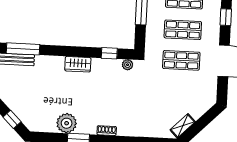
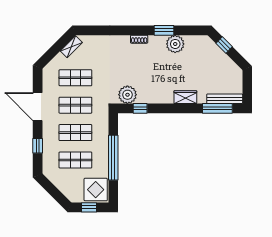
wardrobe: (78, 64) -> (185, 97), moved
plant: (128, 65) -> (127, 95), width x1.88, depth x1.88
shop shelf: (180, 91) -> (75, 78), added

